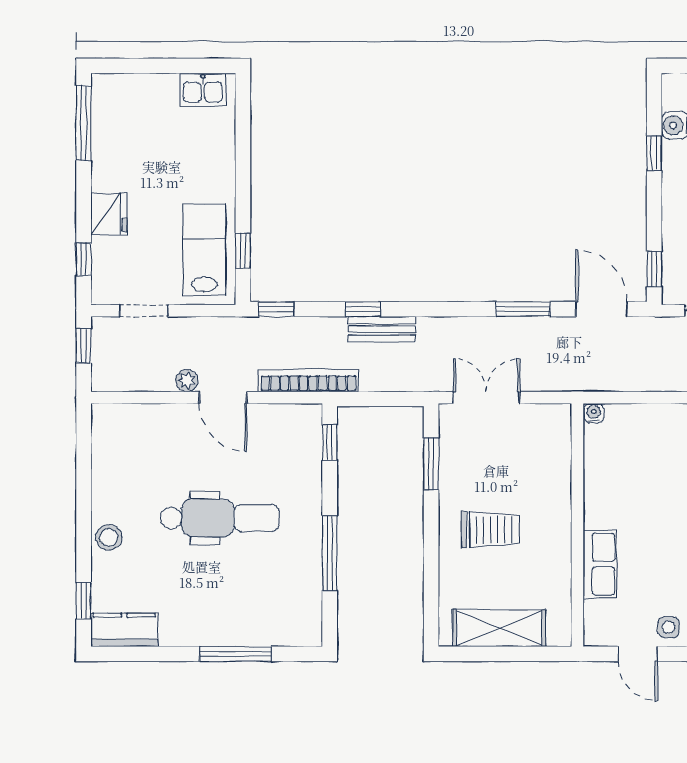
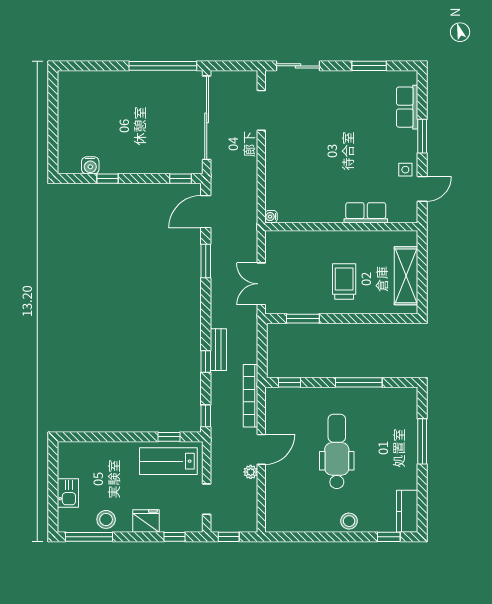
kitchen sink: (203, 90) -> (68, 493), moved
stool: (111, 150) -> (106, 519), added

